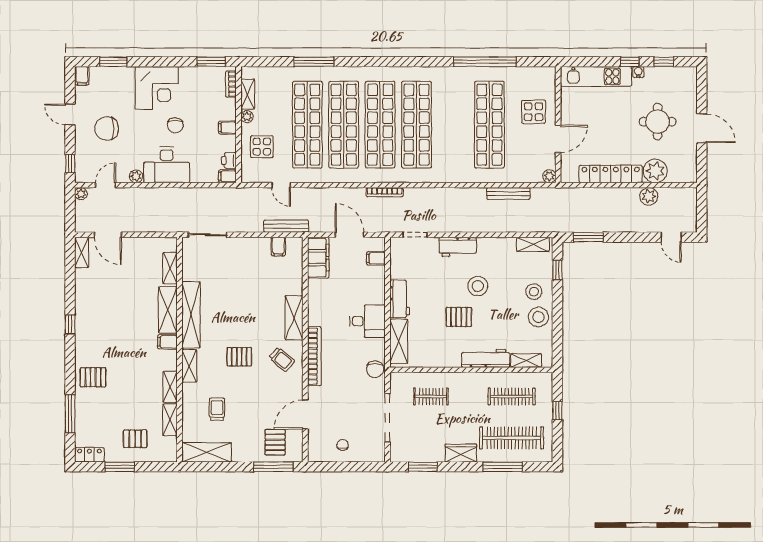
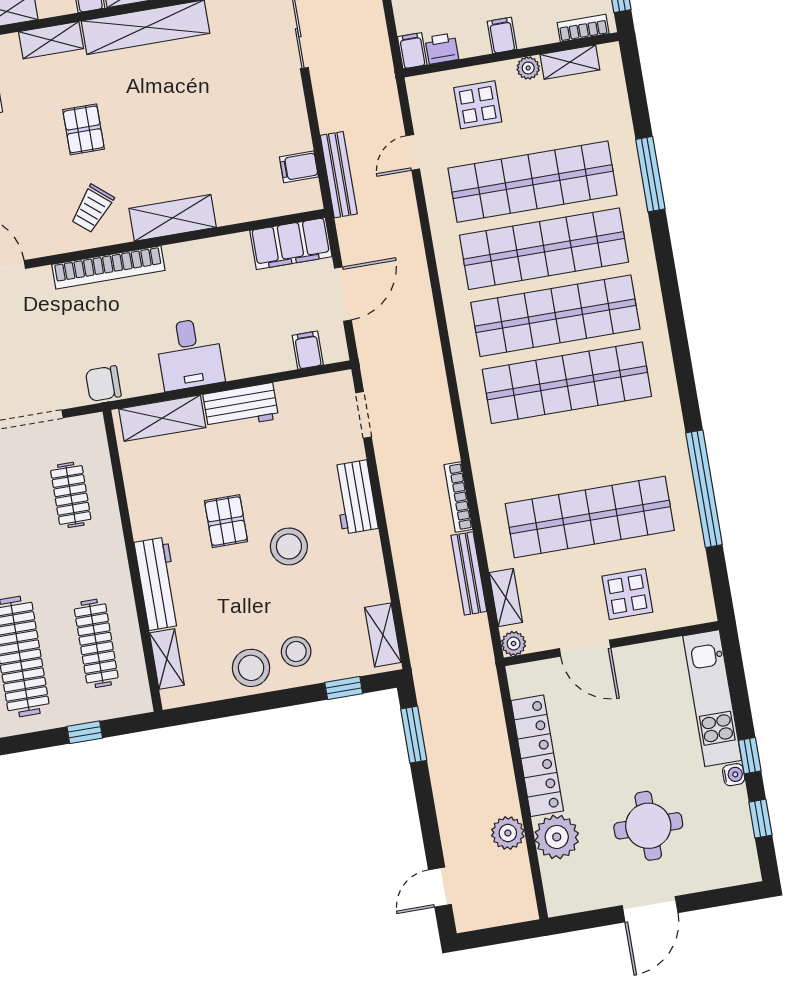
shelving: (524, 176) -> (506, 598), added
bookcase: (385, 192) -> (458, 497), moved

